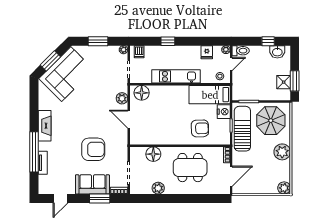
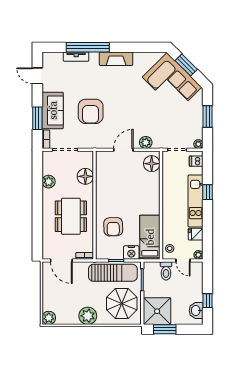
toilet: (241, 51) -> (166, 271), moved
kitchen unit: (176, 76) -> (196, 201), moved, turned 180
shower: (284, 82) -> (157, 311), width x1.86, depth x1.86

